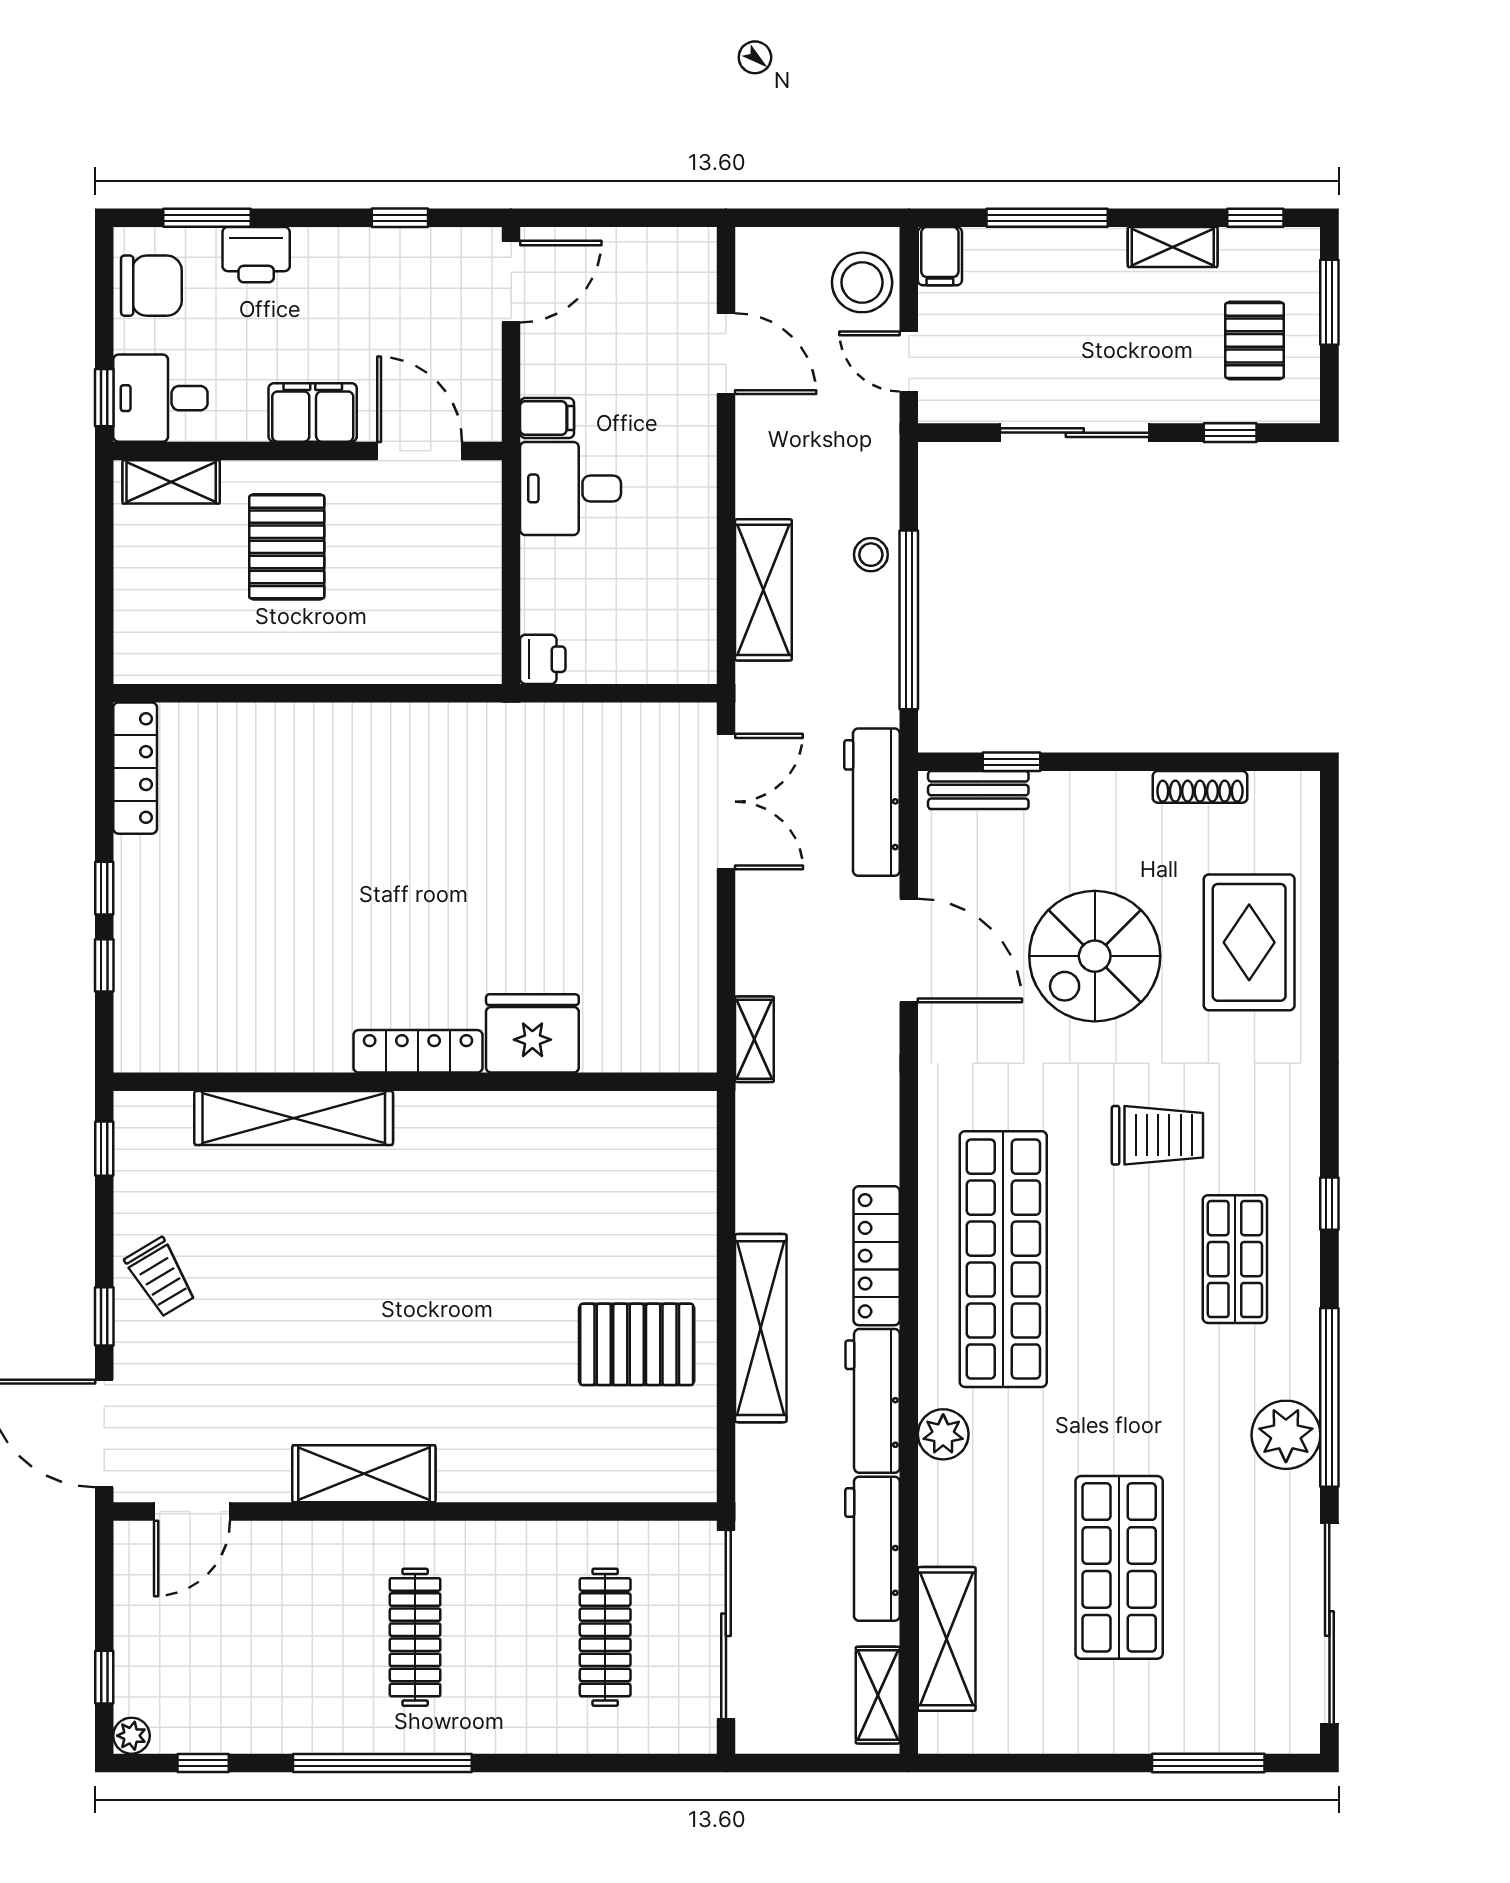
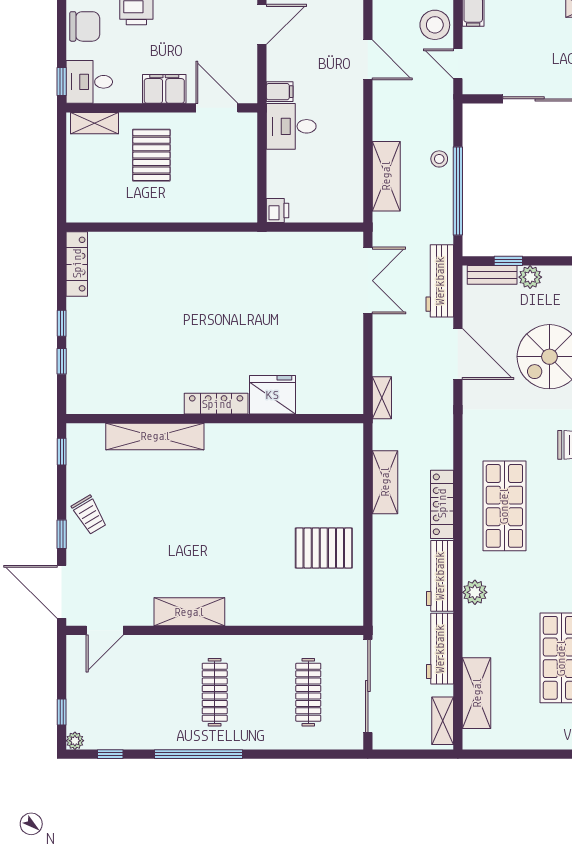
plant: (1056, 794) -> (530, 277), added
shop shelf: (1003, 1259) -> (504, 506), width x0.71
shelving: (761, 1328) -> (385, 482), moved, width x0.68

